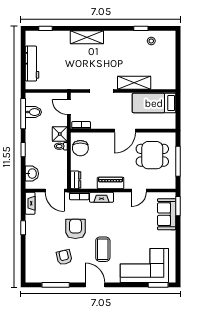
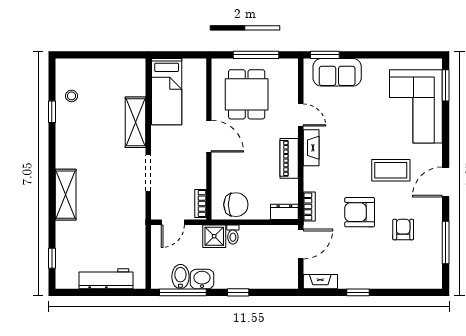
washbasin: (32, 174) -> (202, 279), moved
fireplace: (101, 197) -> (311, 148), moved
armchair: (64, 257) -> (403, 230), turned 103

